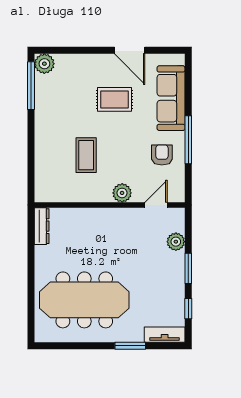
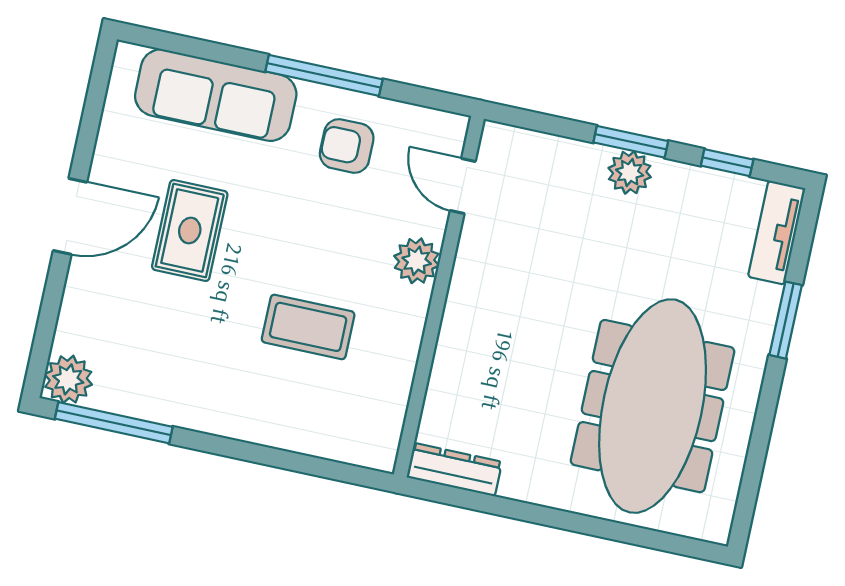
door: (130, 50) -> (70, 216), moved
plant: (176, 242) -> (630, 173), moved

